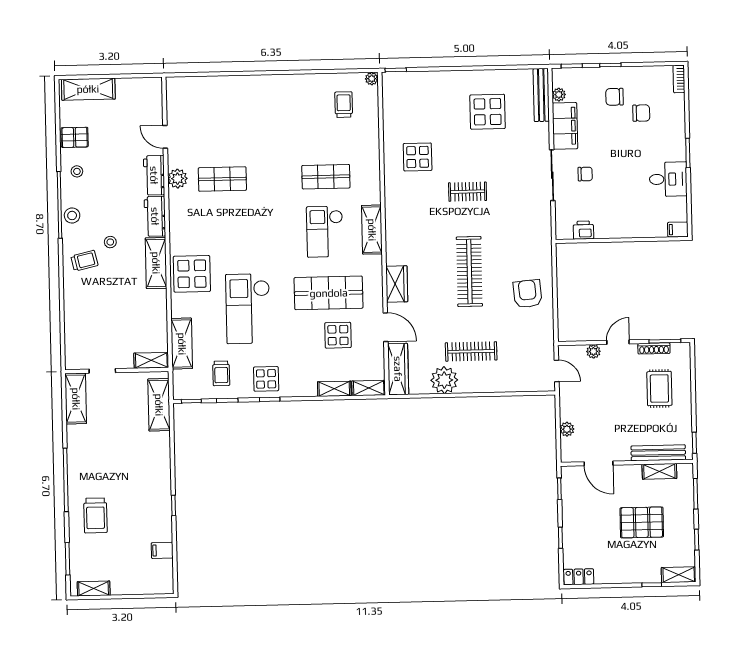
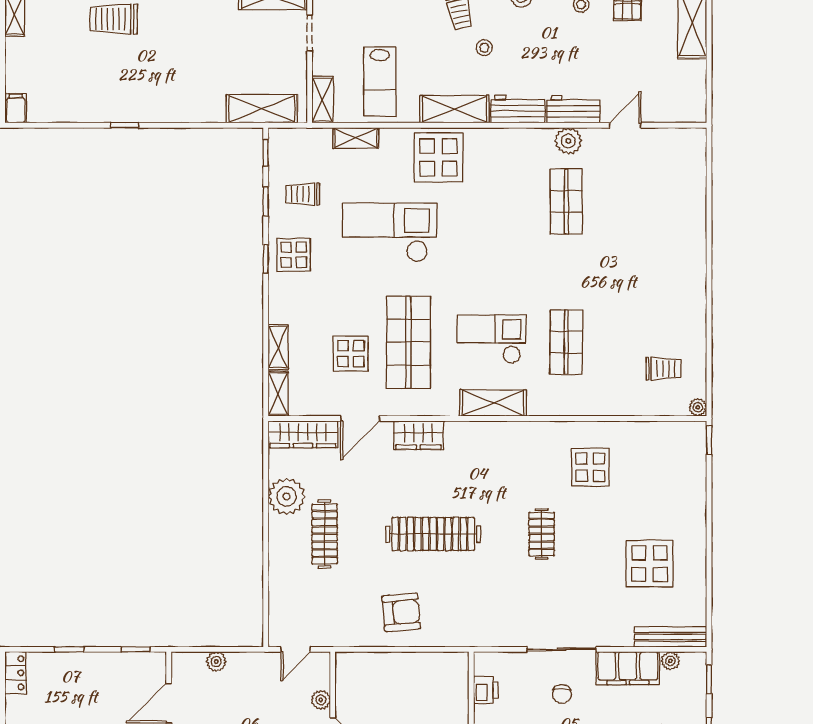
lab bench: (137, 318) -> (380, 81), added
shelving: (182, 344) -> (356, 138), width x0.67, depth x0.75
filing cabinet: (162, 550) -> (16, 108), moved

